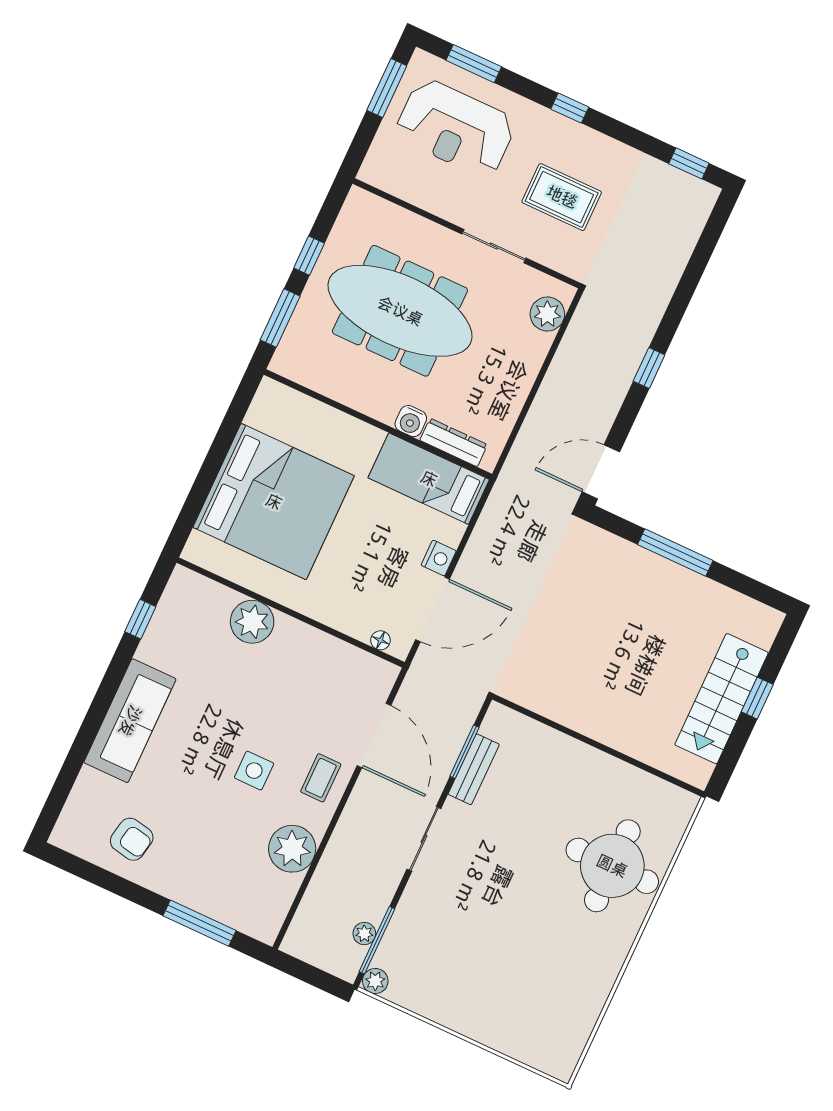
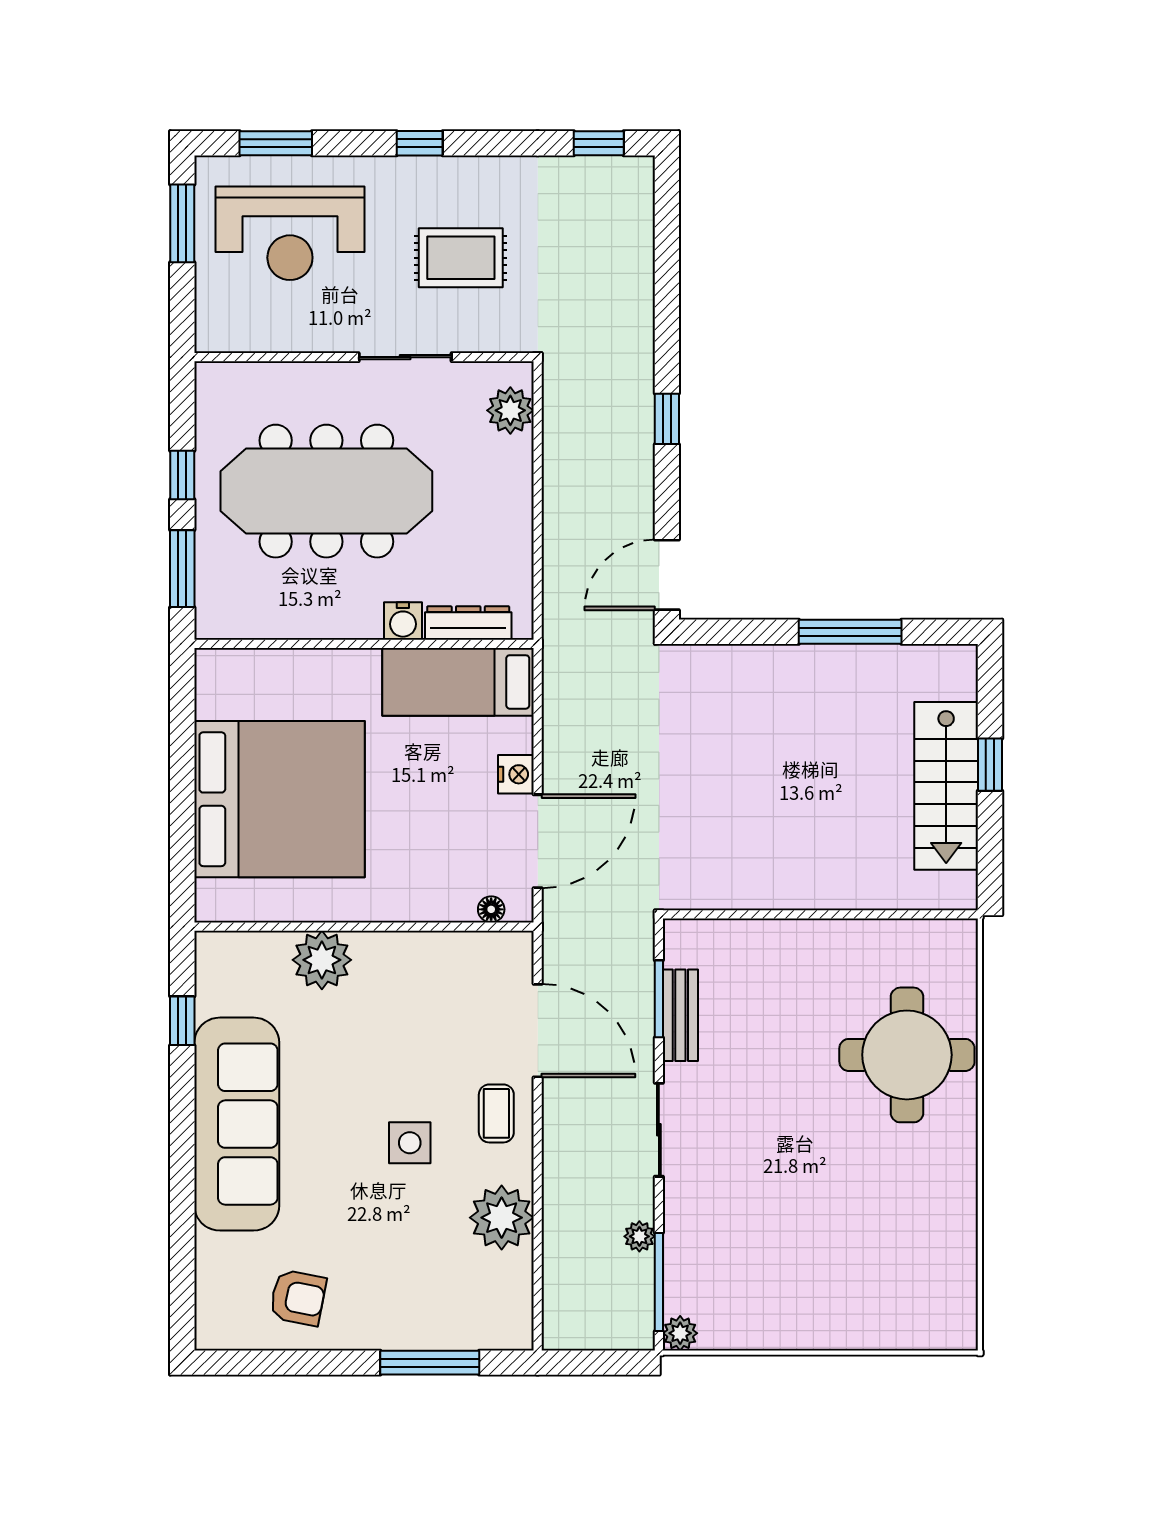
window: (675, 552) -> (850, 632), moved
sofa: (130, 721) -> (237, 1124), width x1.36, depth x1.27
plant: (364, 934) -> (639, 1236), moved

